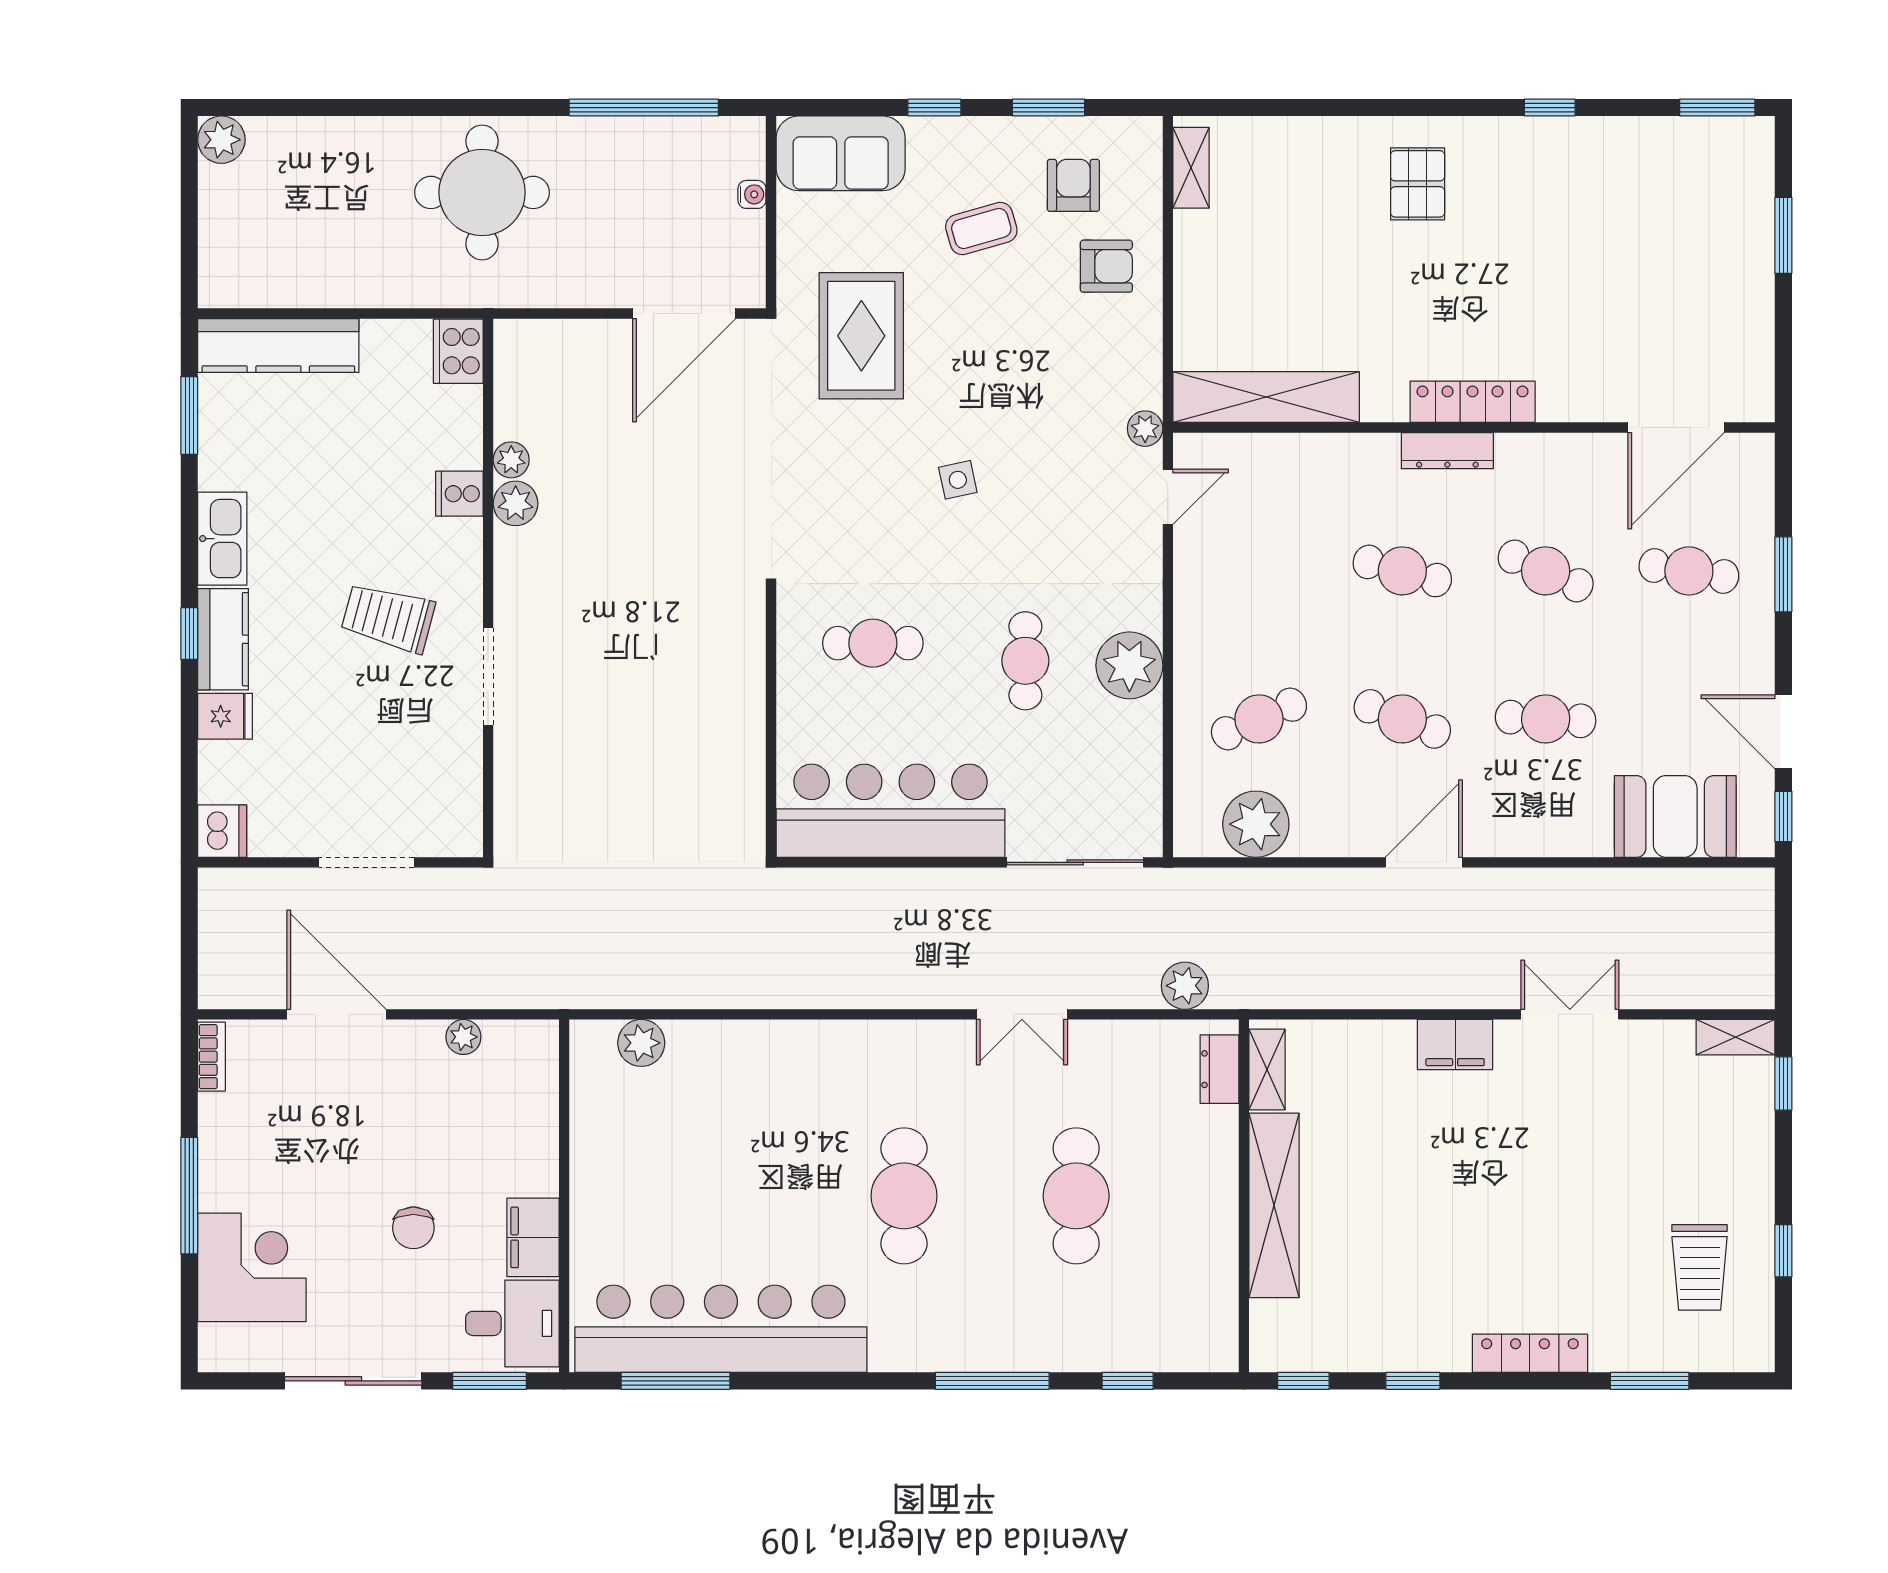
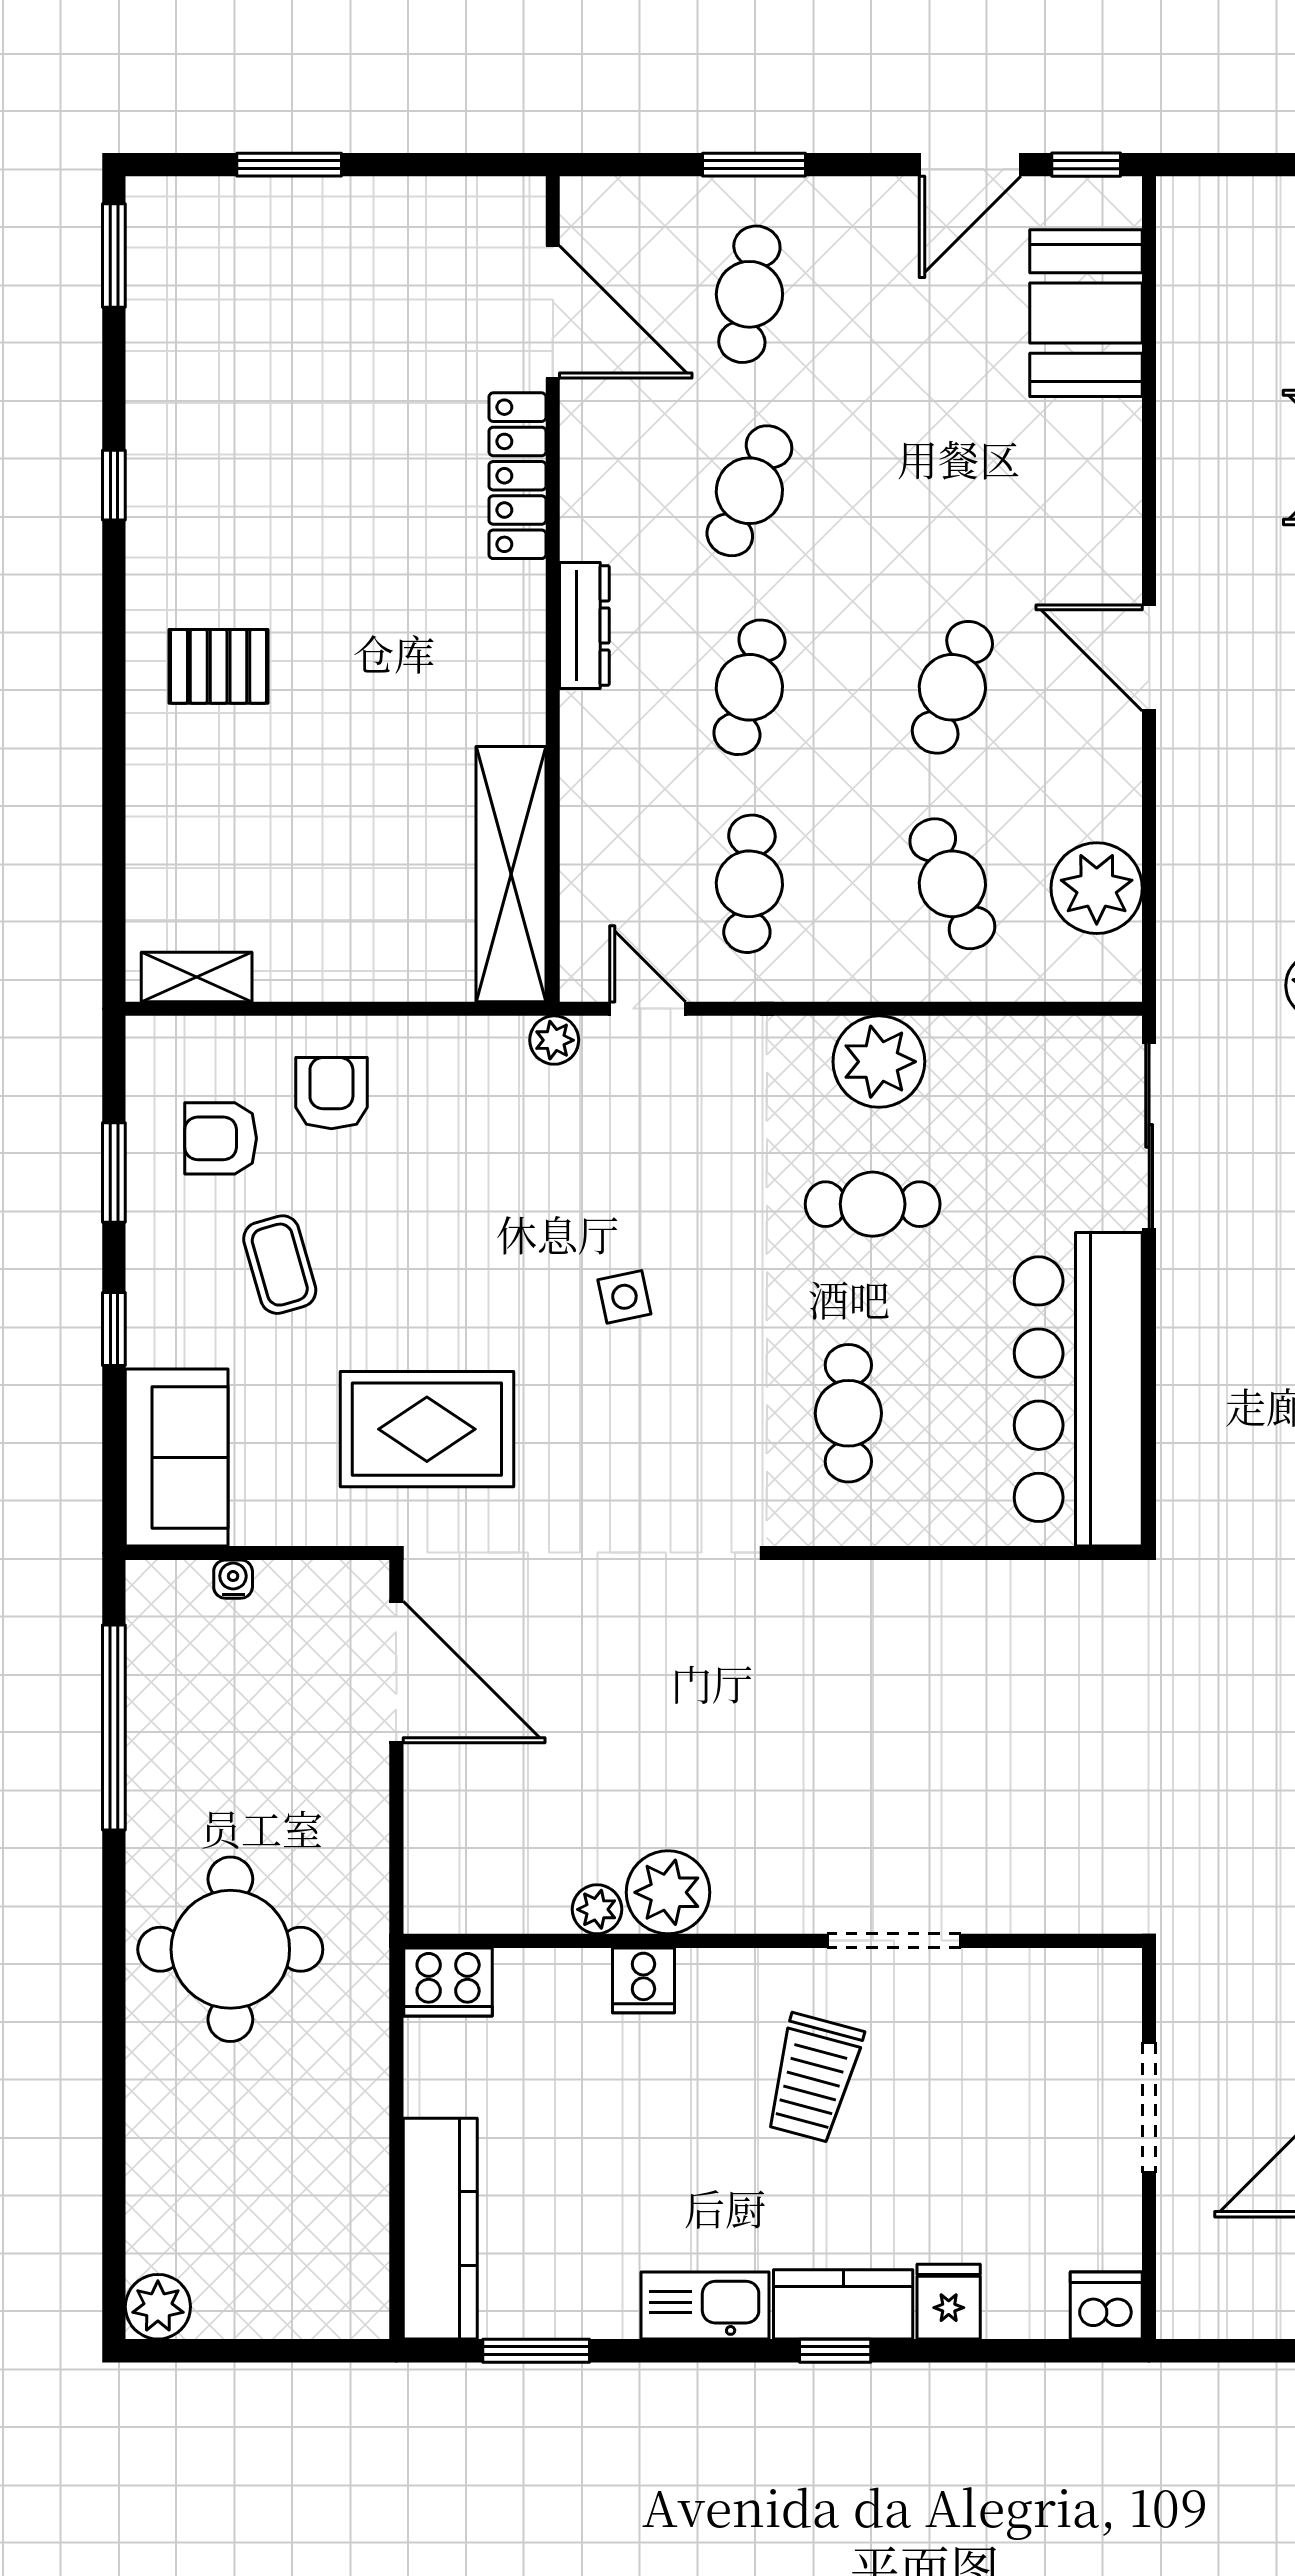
locker: (1473, 402) -> (517, 476), moved
plant: (516, 503) -> (668, 1892), width x1.36, depth x1.36
cafe table: (1546, 719) -> (749, 884), moved

